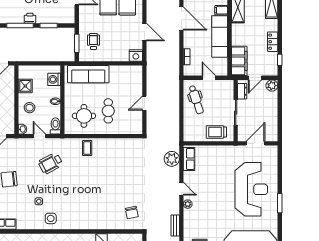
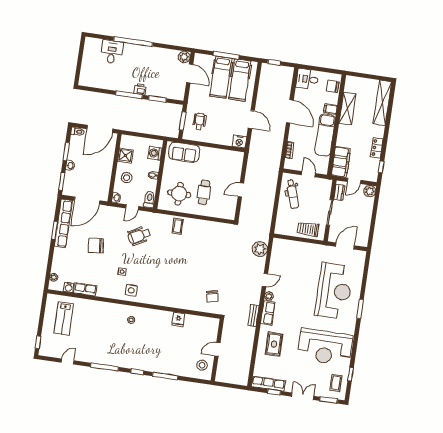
sofa: (88, 74) -> (184, 152), width x0.73
door: (39, 136) -> (132, 207), swing flipped
row of seats: (189, 159) -> (268, 313), moved
door: (181, 189) -> (265, 280), hinge flipped

